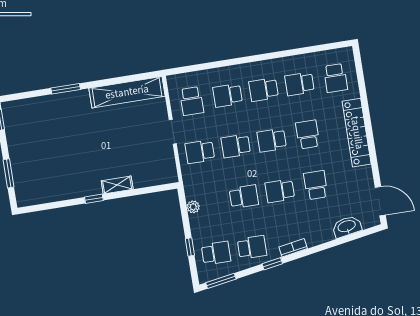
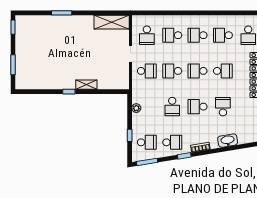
shelving: (127, 92) -> (112, 22), width x0.68
school desk: (308, 134) -> (223, 71), turned 90
school desk: (200, 152) -> (147, 71), turned 180
school desk: (244, 197) -> (172, 107), turned 90
washbasin: (347, 227) -> (228, 141), moved

